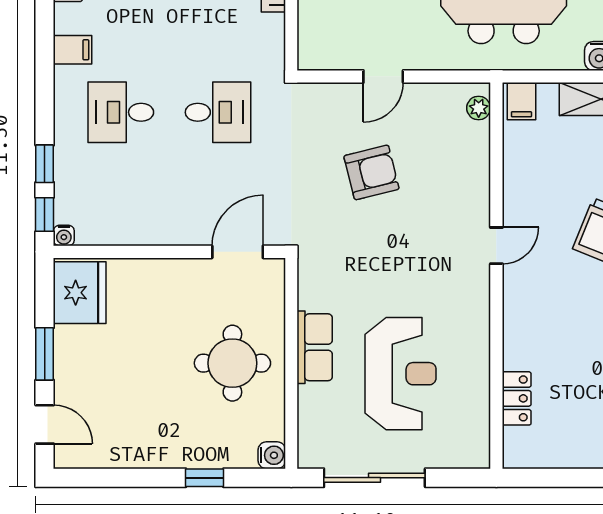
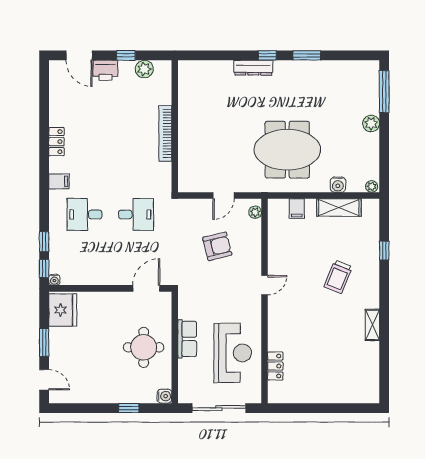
plant: (479, 108) -> (255, 212), moved
door: (496, 246) -> (265, 285), moved
wall: (496, 276) -> (265, 301), moved
locker: (517, 398) -> (275, 366), moved

